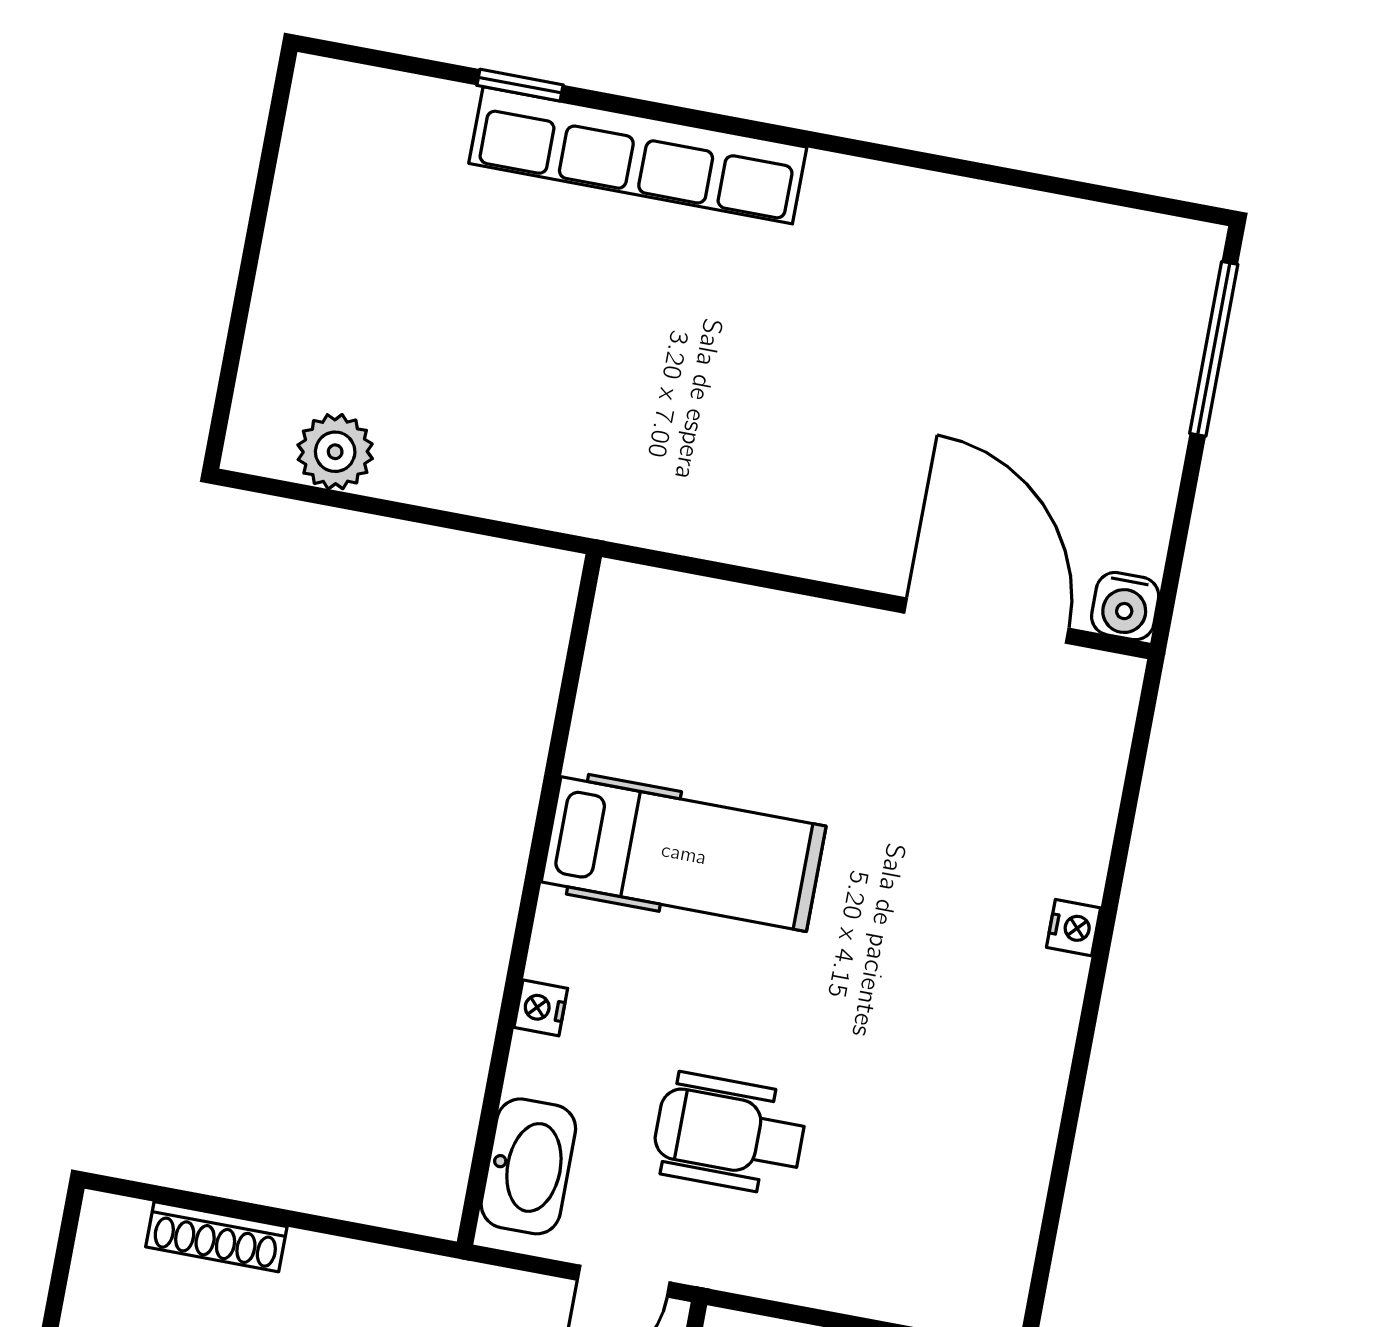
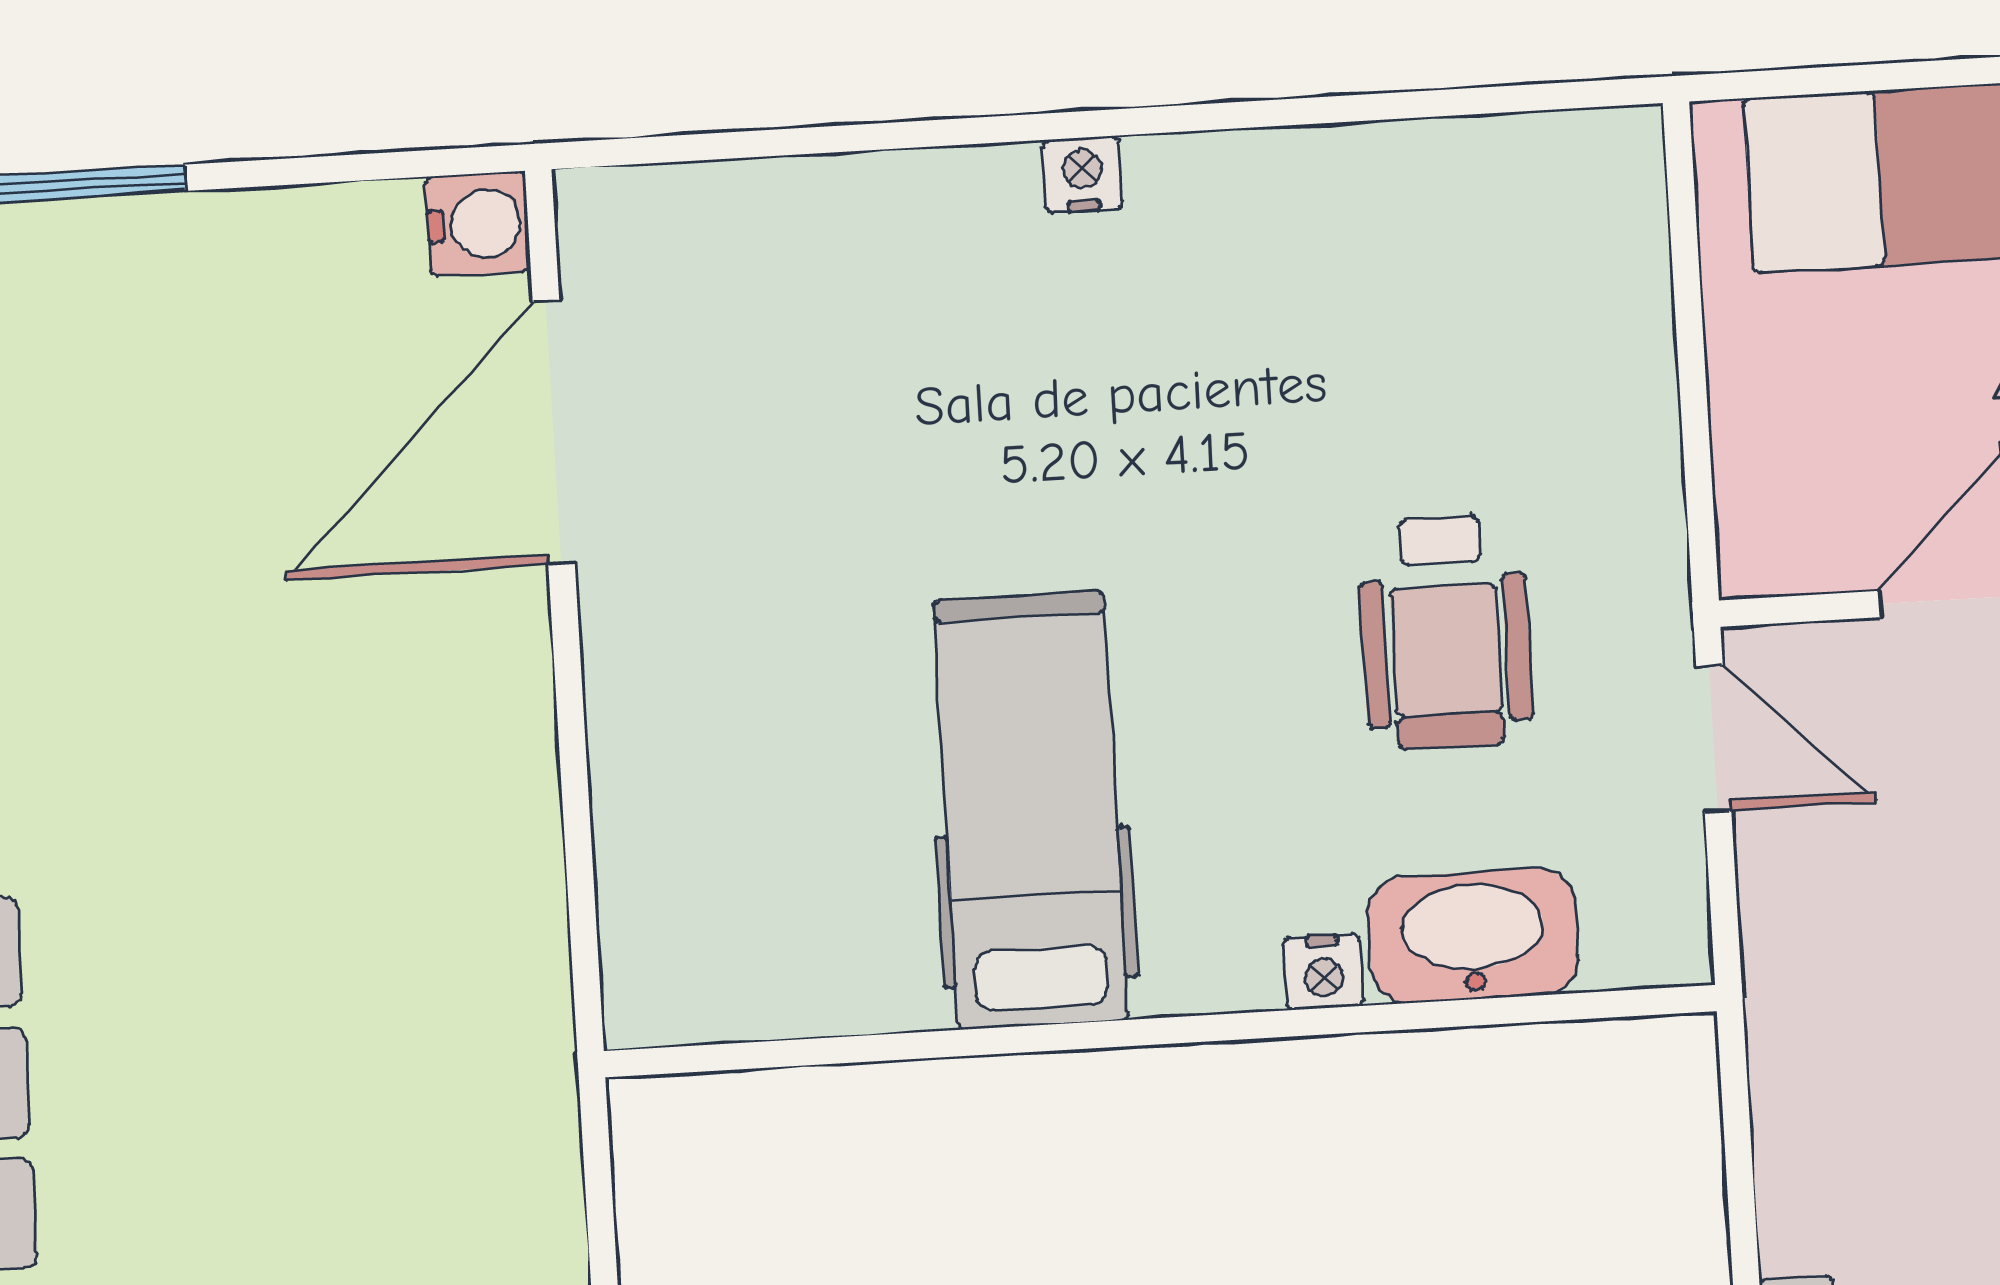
nightstand: (1074, 928) -> (1083, 174), moved
washbasin: (528, 1166) -> (1473, 936), moved

